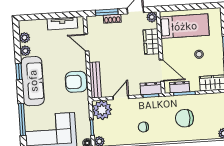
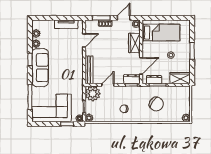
door: (87, 43) -> (84, 40), swing flipped
door: (162, 71) -> (141, 66), hinge flipped
armchair: (76, 82) -> (74, 70), removed
chair: (184, 118) -> (156, 104), turned -146

